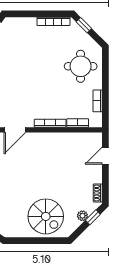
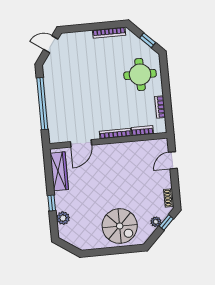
window: (84, 25) -> (148, 40), moved

